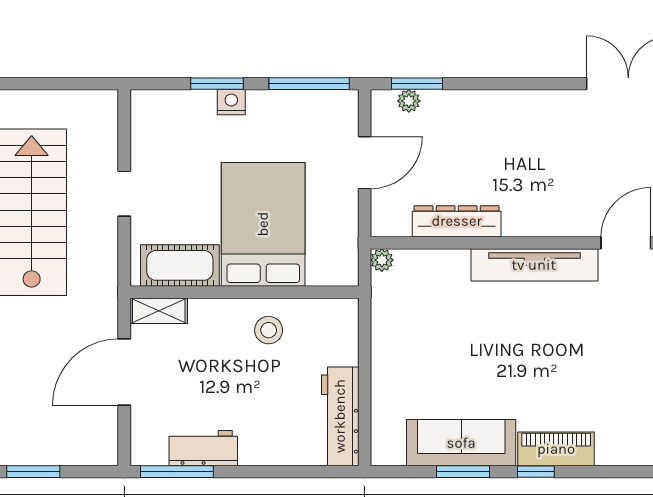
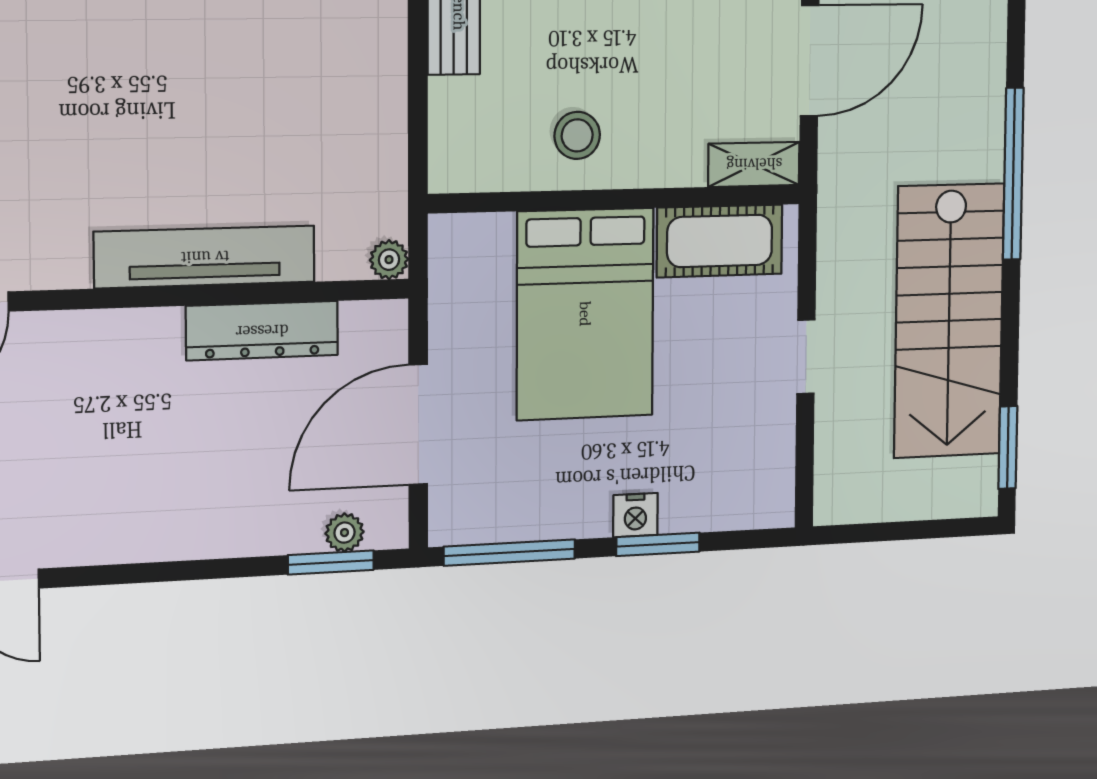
door: (365, 163) -> (418, 424), width x1.36
tv unit: (534, 265) -> (205, 257), moved

